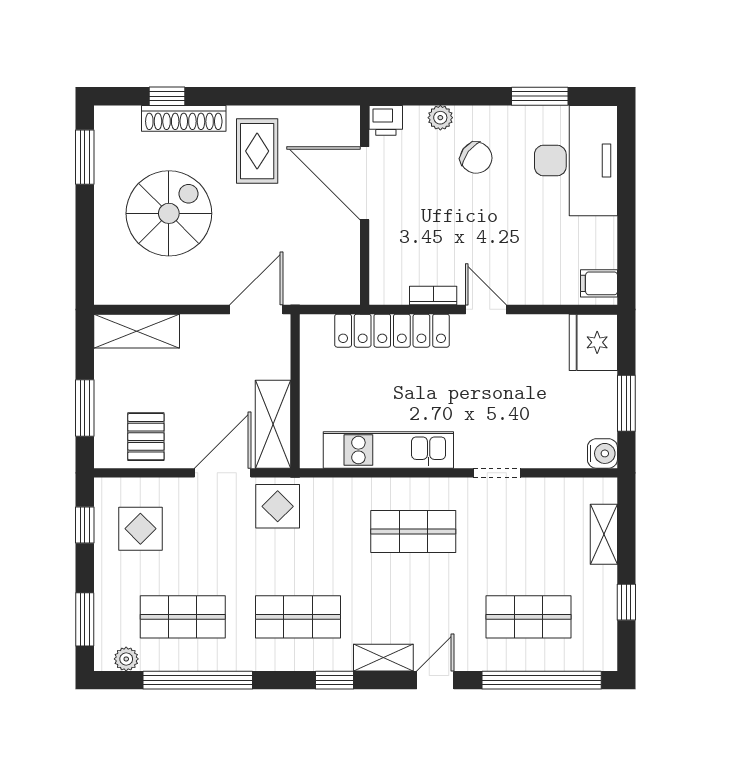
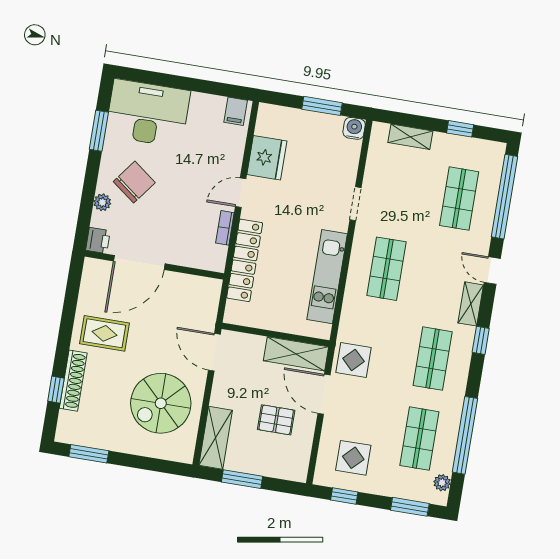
chair: (476, 158) -> (134, 182), width x1.37, depth x1.37
spiral stairs: (169, 213) -> (161, 403), moved, turned -90
fridge: (593, 342) -> (267, 158), moved, turned -90
window: (85, 408) -> (242, 479), moved
pallet: (146, 437) -> (276, 420), moved

